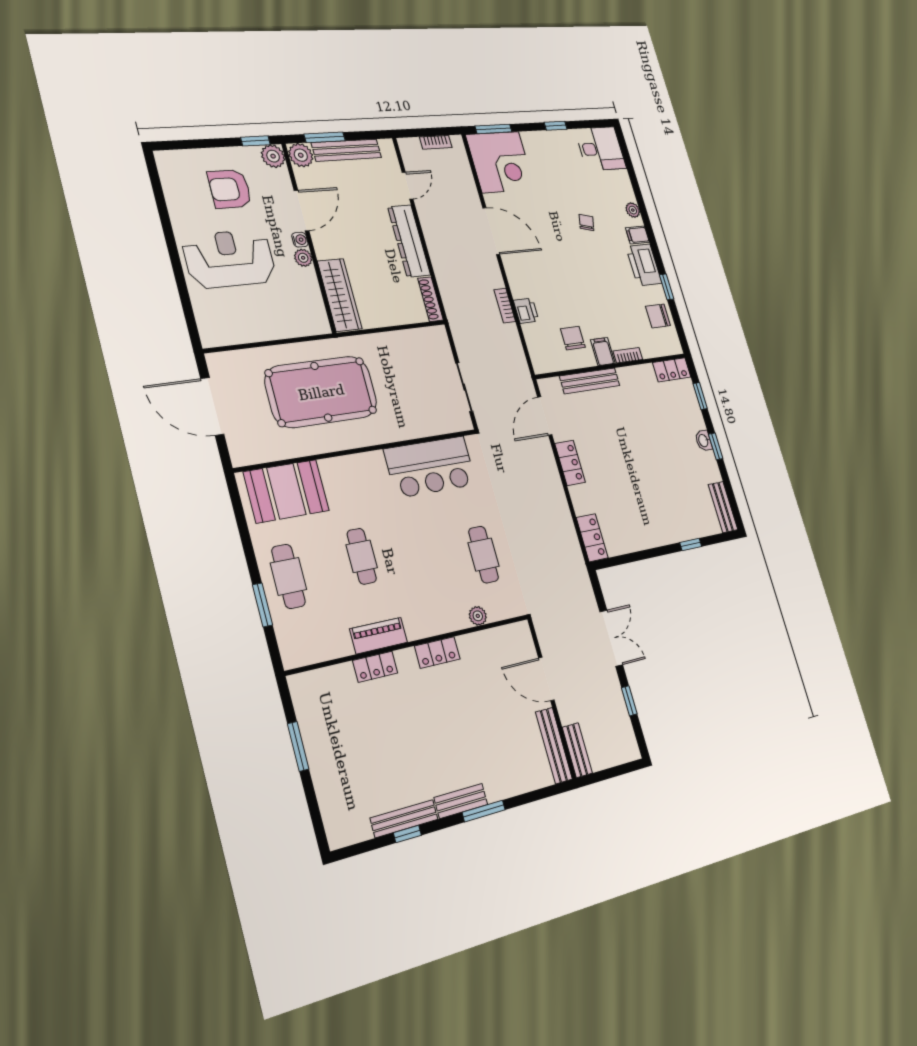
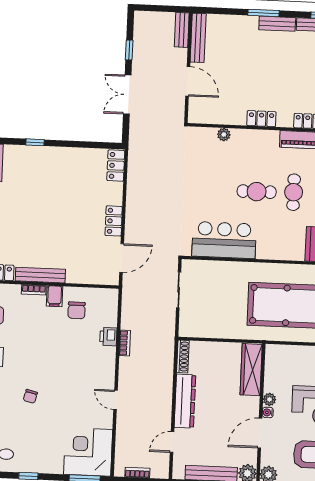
door: (491, 231) -> (115, 400), width x0.53
bench: (590, 381) -> (40, 275), moved
cafe table: (483, 555) -> (257, 192), moved, turned 90

